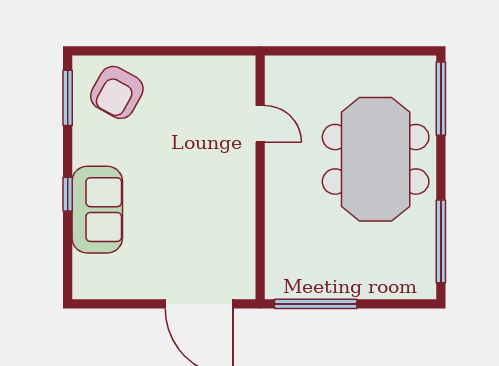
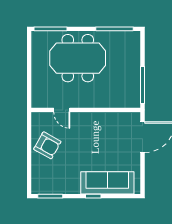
armchair: (117, 92) -> (47, 145), moved
door: (260, 124) -> (62, 110), swing flipped
sofa: (97, 210) -> (107, 183), width x1.36

